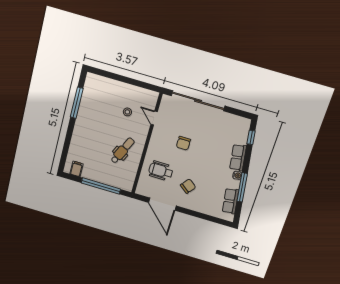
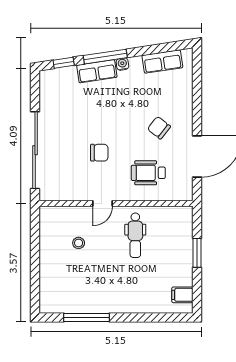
door: (154, 118) -> (103, 203), moved
dental chair: (123, 151) -> (135, 235), turned -115
wheelchair: (161, 171) -> (148, 173), turned 90
window: (101, 186) -> (197, 253), width x0.47
window: (242, 187) -> (105, 57), moved

